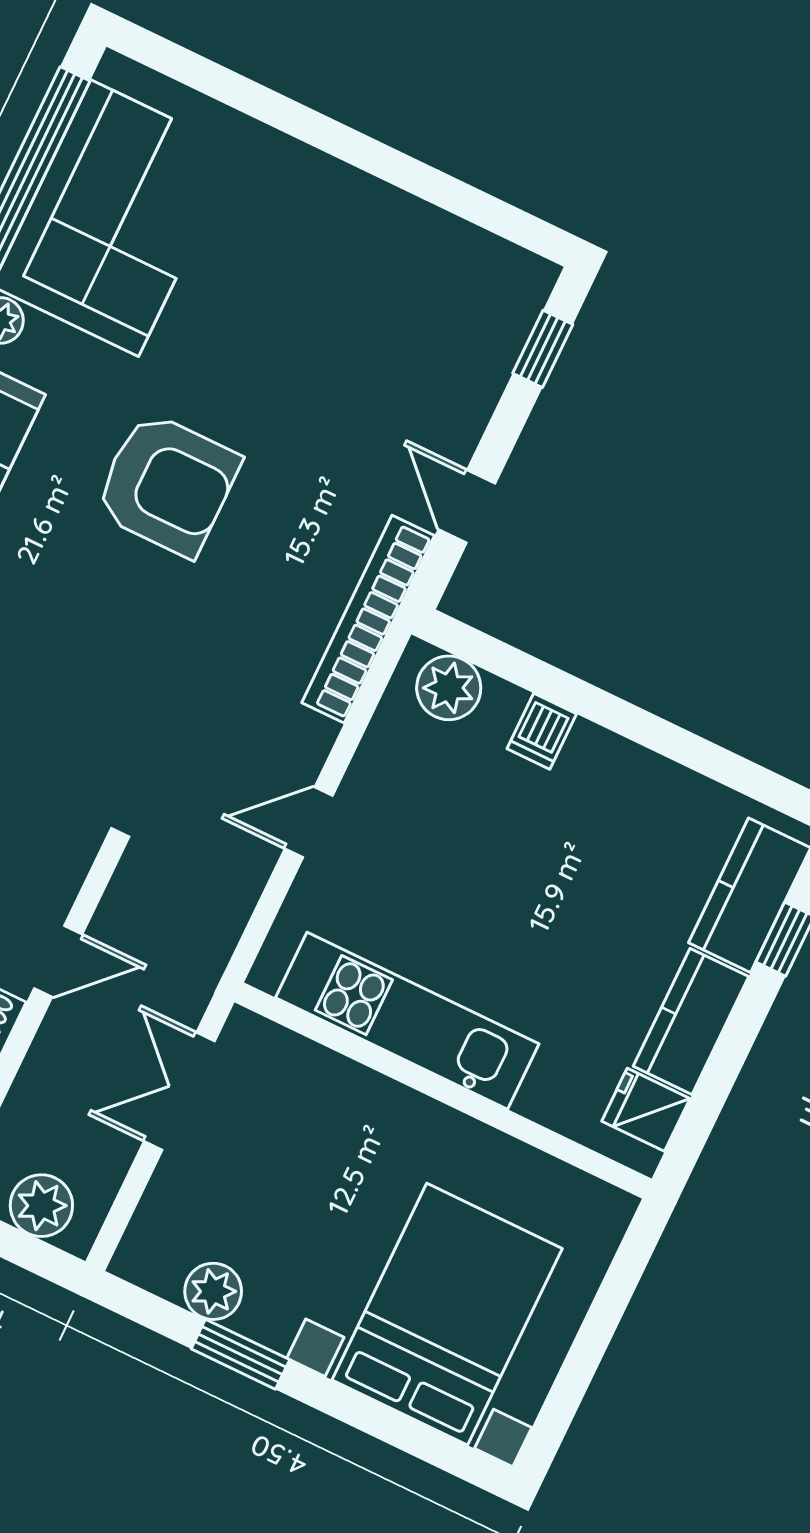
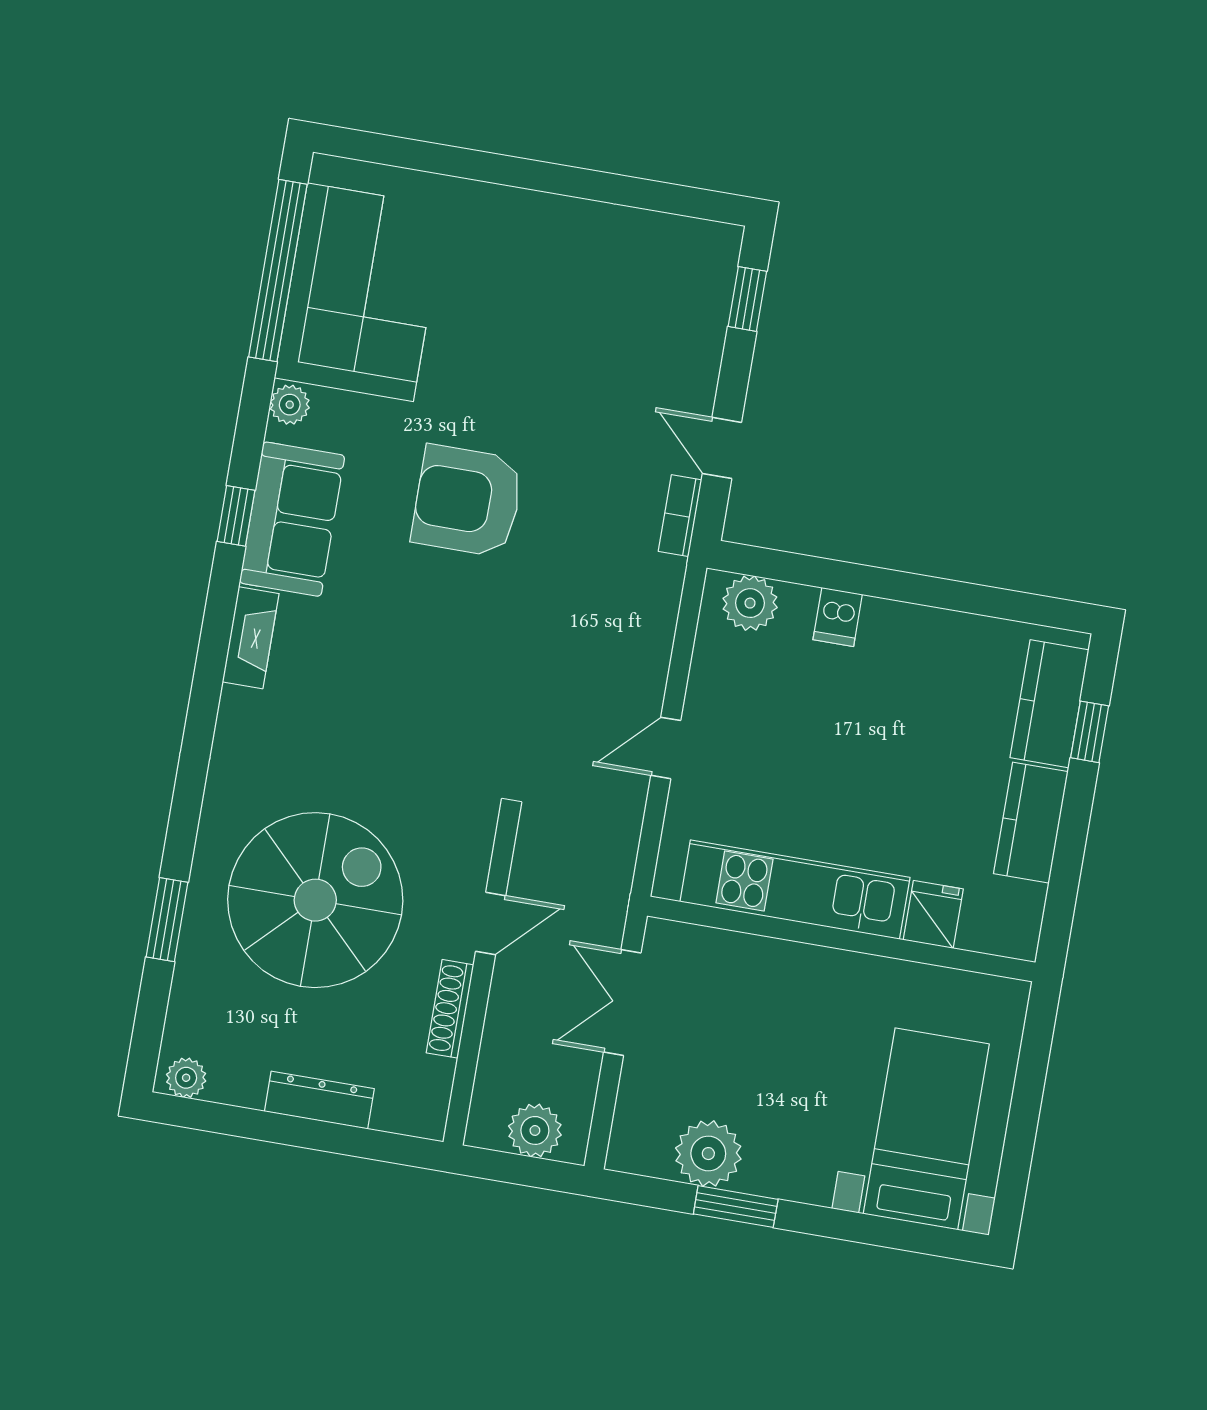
armchair: (167, 484) -> (467, 501), turned 180
bookcase: (368, 619) -> (680, 516), width x0.43, depth x0.76
fridge: (646, 1110) -> (933, 914), moved, turned 90
plant: (213, 1291) -> (708, 1154), width x1.36, depth x1.36
bed with nightstands: (447, 1314) -> (926, 1129), width x0.73

